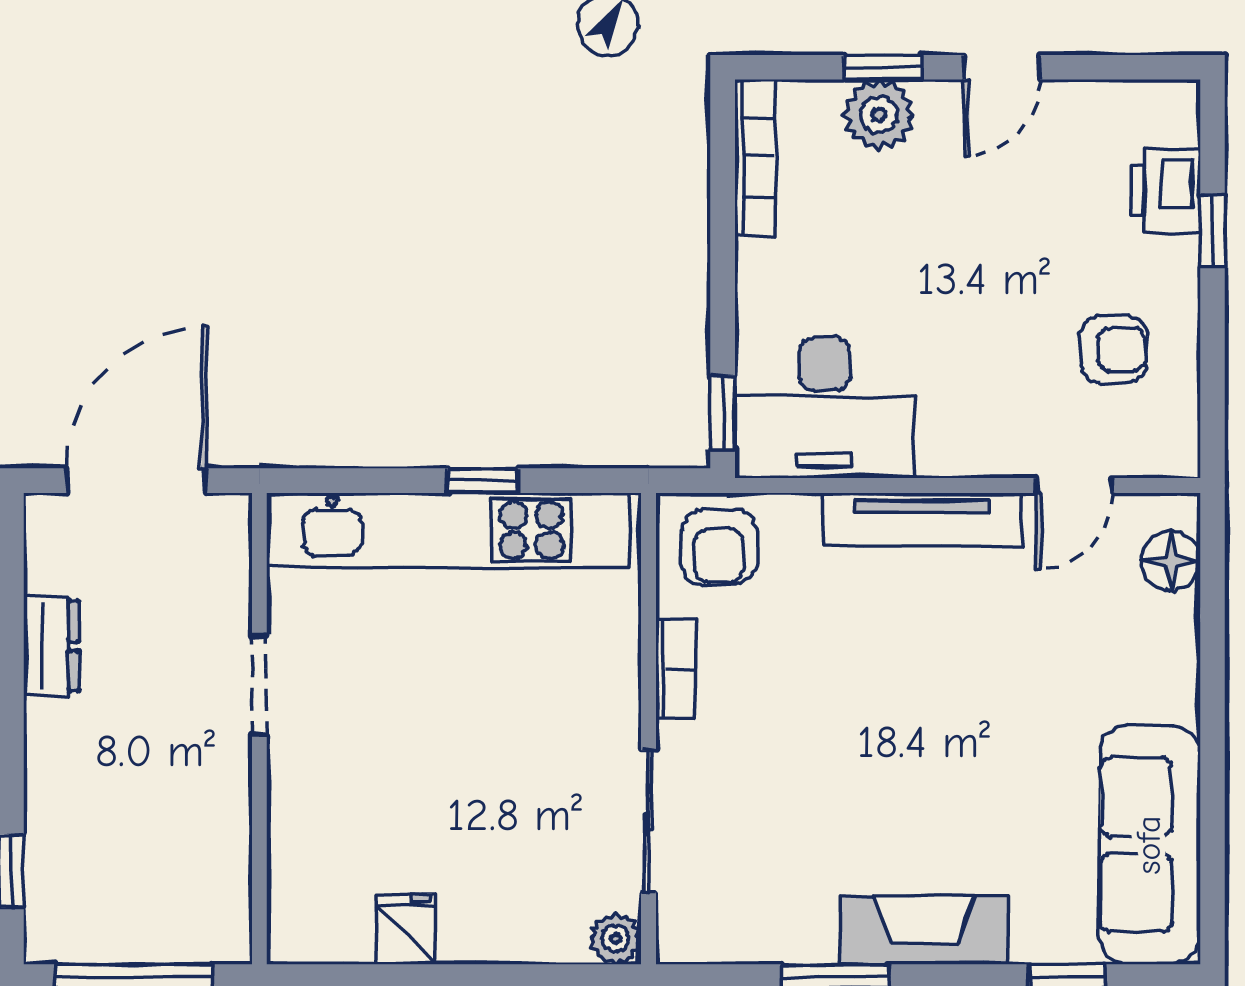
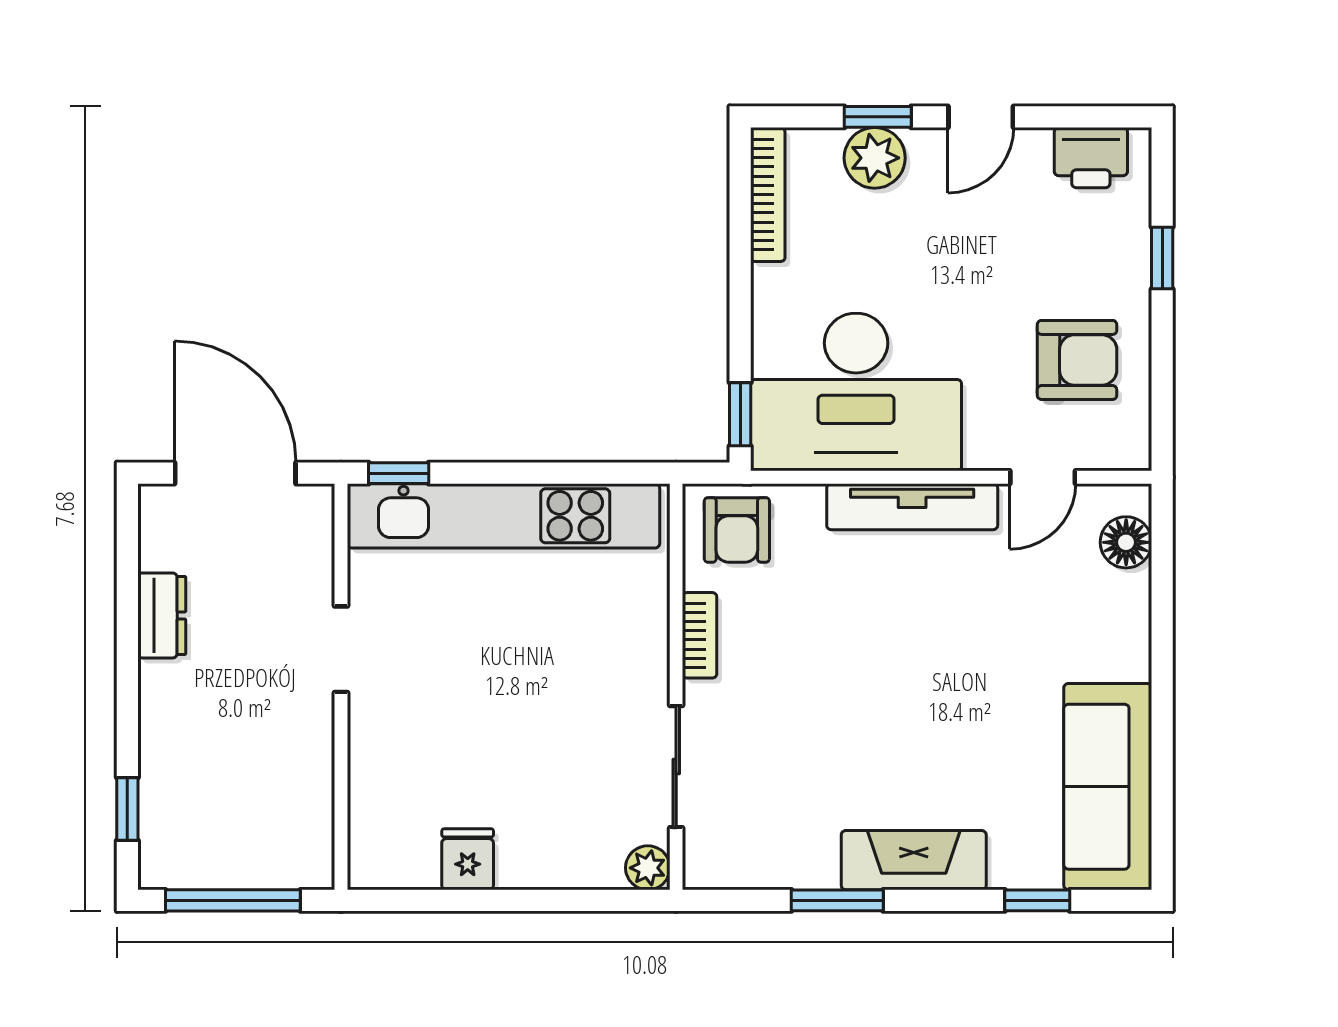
printer: (1165, 191) -> (1091, 158), moved, turned -90
armchair: (1114, 349) -> (1077, 360), width x1.38, depth x1.38
desk: (825, 408) -> (856, 392), width x1.36, depth x1.30
door: (137, 481) -> (235, 473), hinge flipped
window: (482, 481) -> (399, 473), moved

